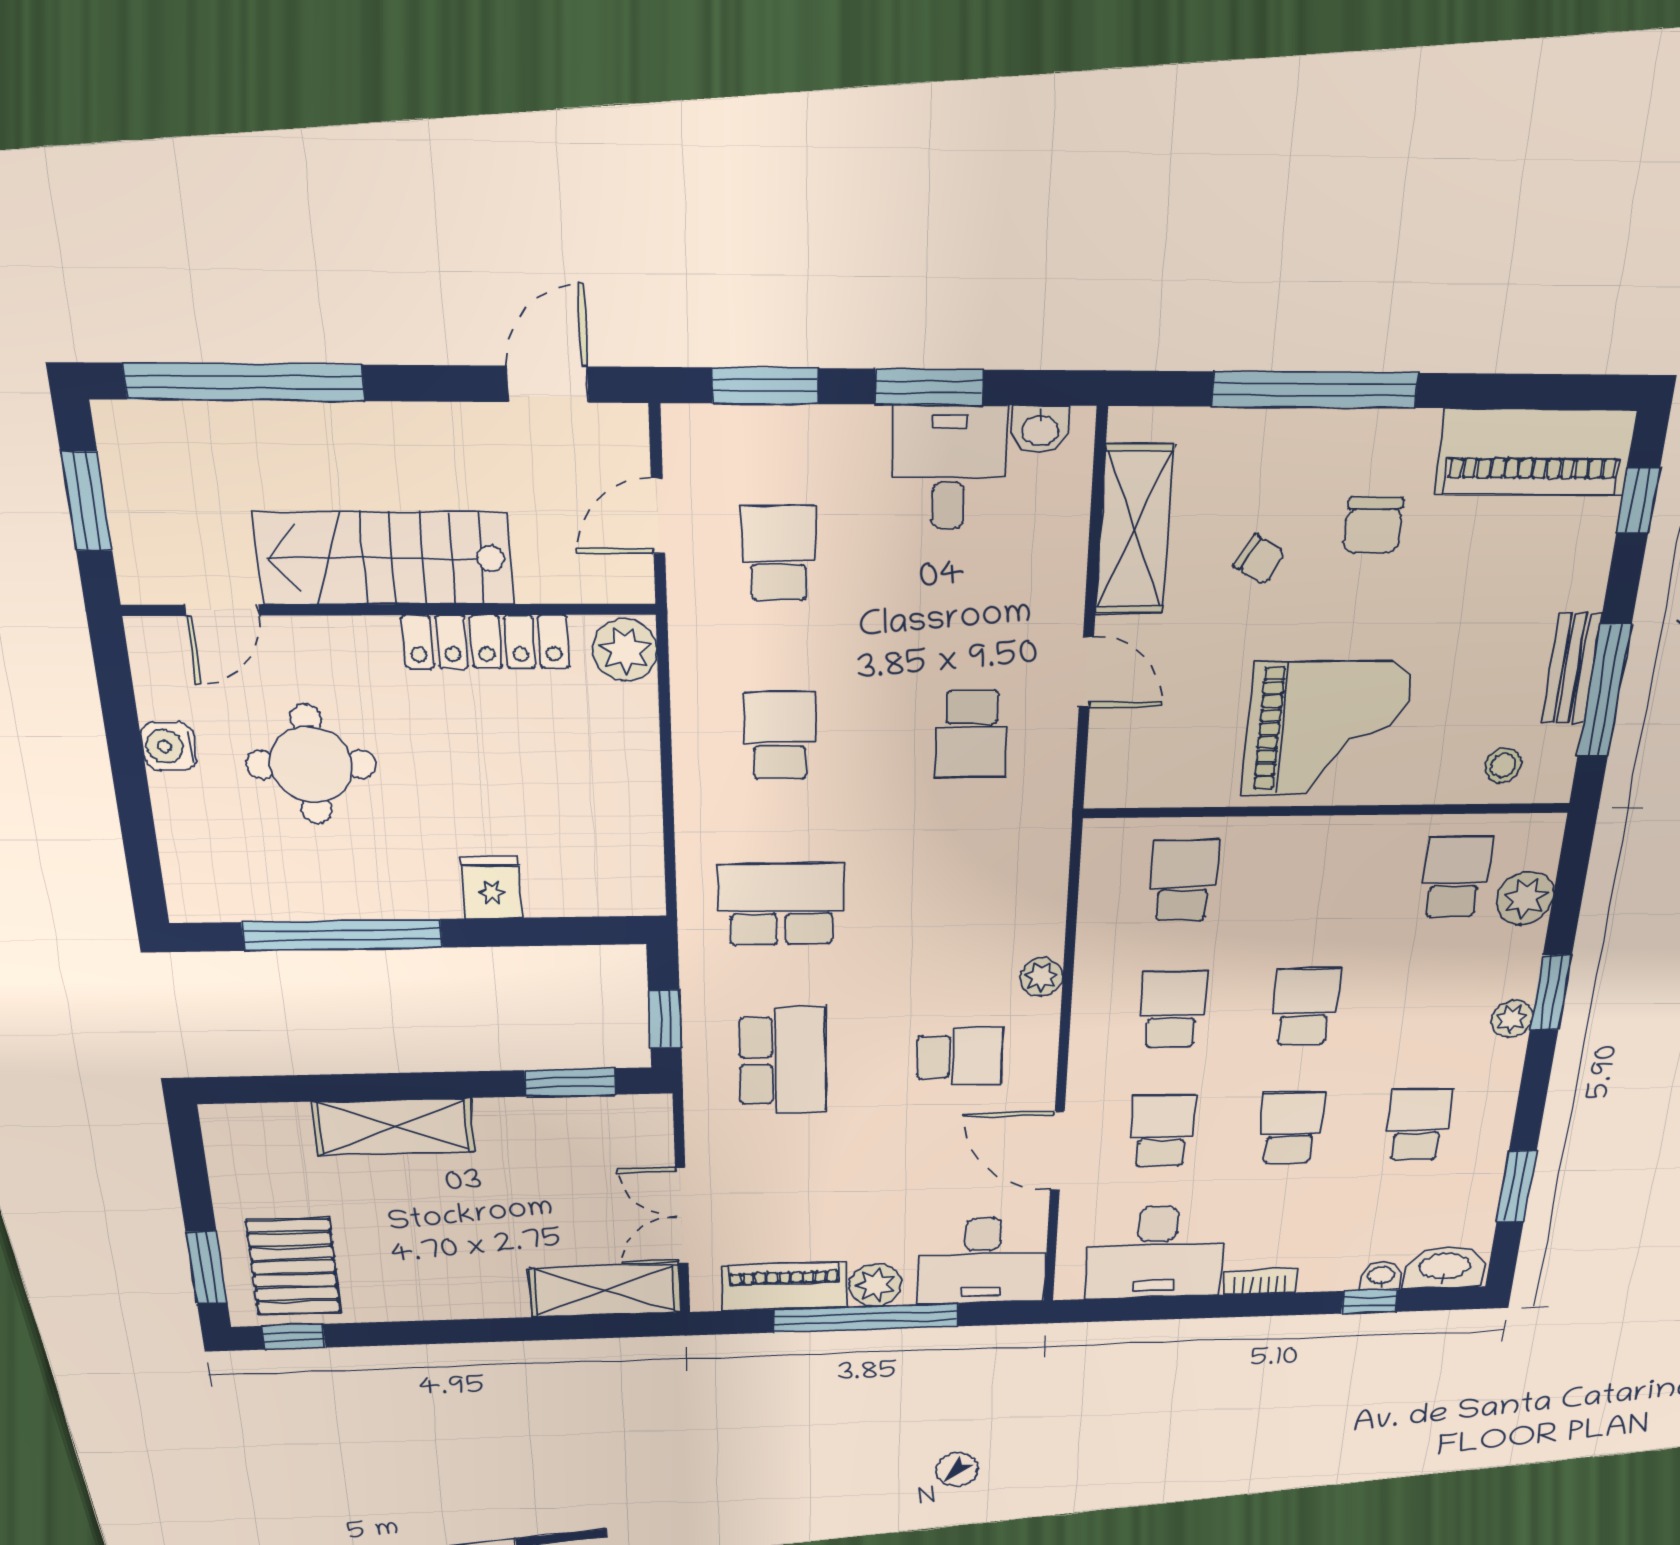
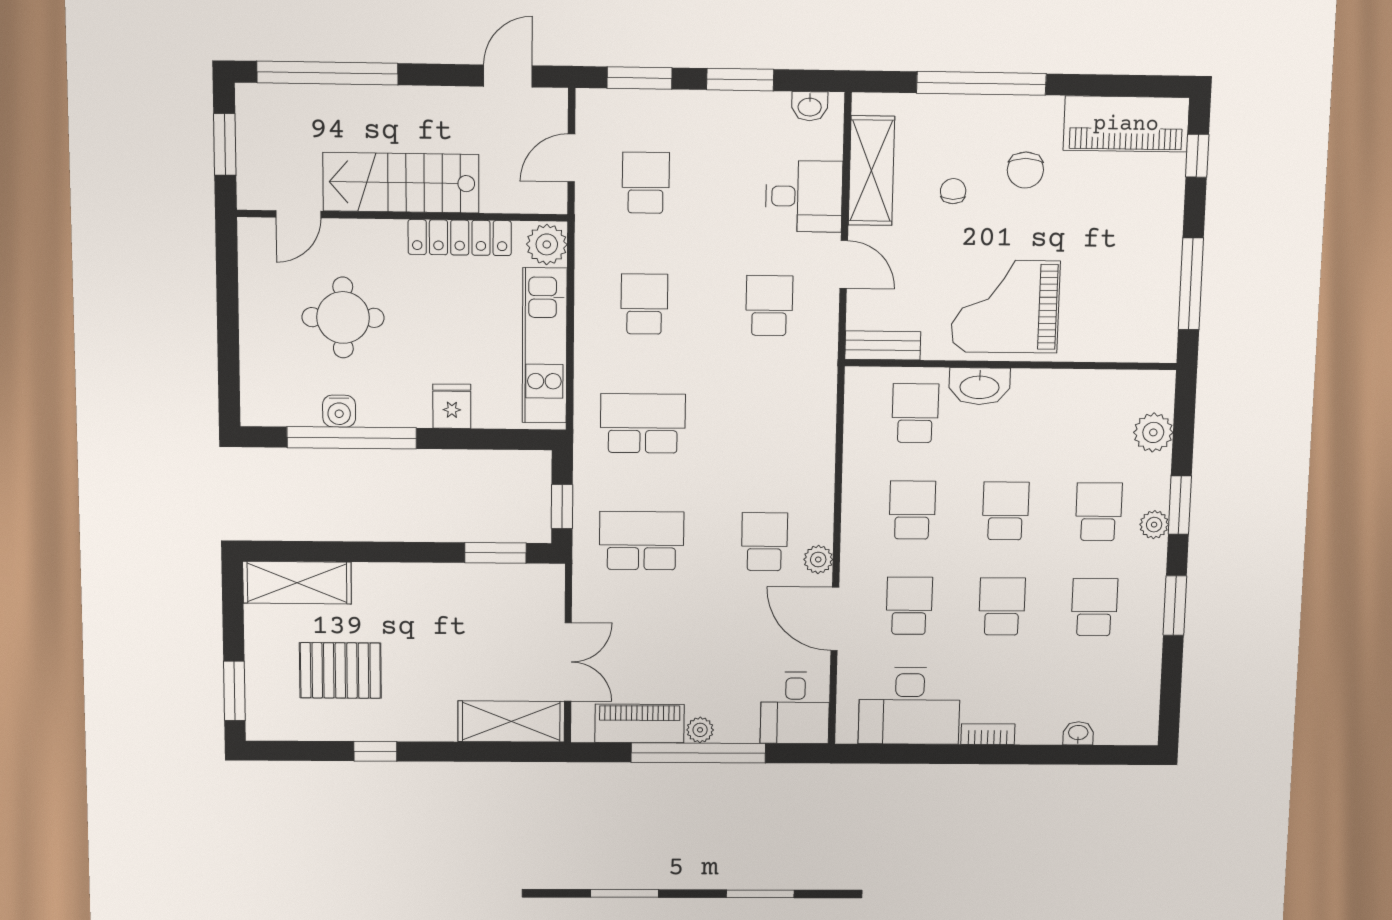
desk: (949, 467) -> (804, 196), moved, turned 90
chair: (1259, 559) -> (953, 191), turned -120
bench: (1572, 669) -> (883, 345), moved, turned 90
grand piano: (1326, 728) -> (1005, 306), turned 180
school desk: (971, 734) -> (769, 306), turned 180
water cooler: (169, 746) -> (339, 411), moved, turned -90
stool: (1503, 765) -> (1128, 335), removed
kitchen unit: (628, 799) -> (545, 346), added
school desk: (1455, 876) -> (1099, 512), moved
plant: (1042, 977) -> (818, 559), moved
school desk: (960, 1056) -> (764, 542), turned -90
school desk: (783, 1060) -> (642, 541), turned -90
shelving: (394, 1127) -> (297, 583), moved
window: (1516, 1187) -> (1175, 606), moved
double door: (682, 1216) -> (568, 662), swing flipped
desk: (982, 1261) -> (795, 708), width x0.73
pallet: (294, 1267) -> (340, 670), moved, turned 90
washbasin: (1445, 1267) -> (980, 386), moved, turned 180
plant: (875, 1285) -> (700, 730), width x0.73, depth x0.73
window: (1370, 1301) -> (1071, 755), removed
window: (294, 1337) -> (375, 751), moved

